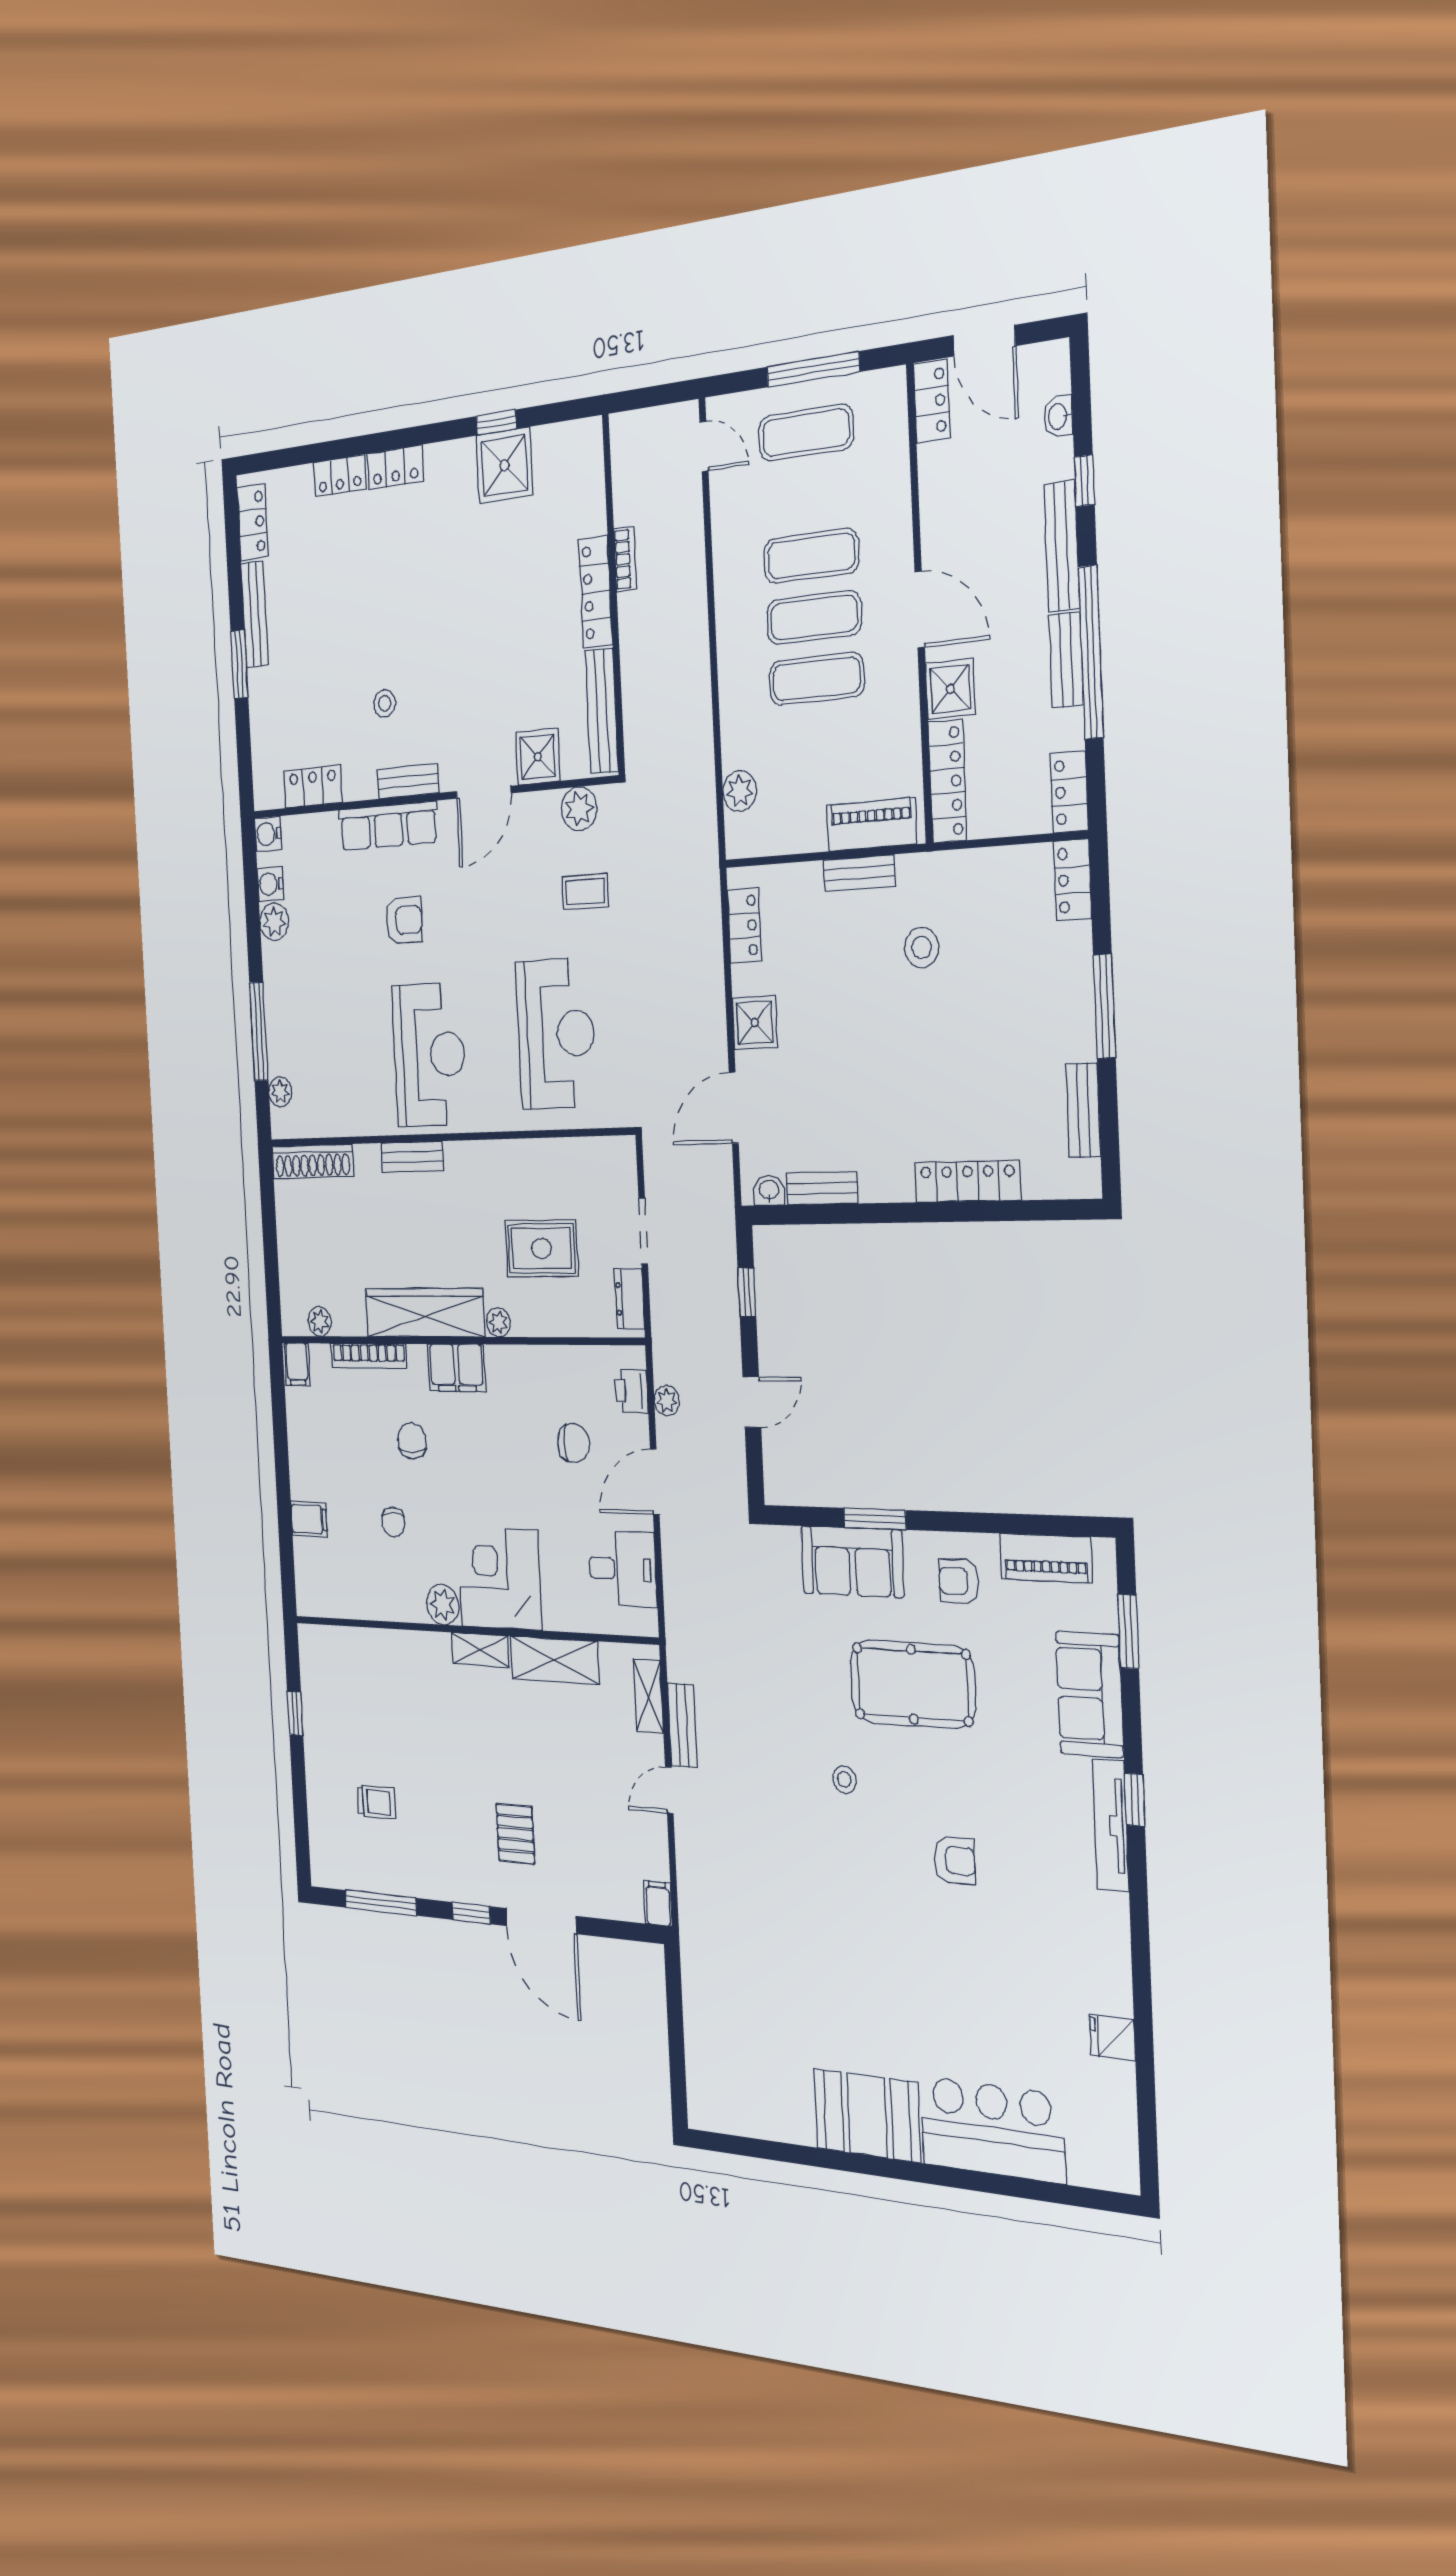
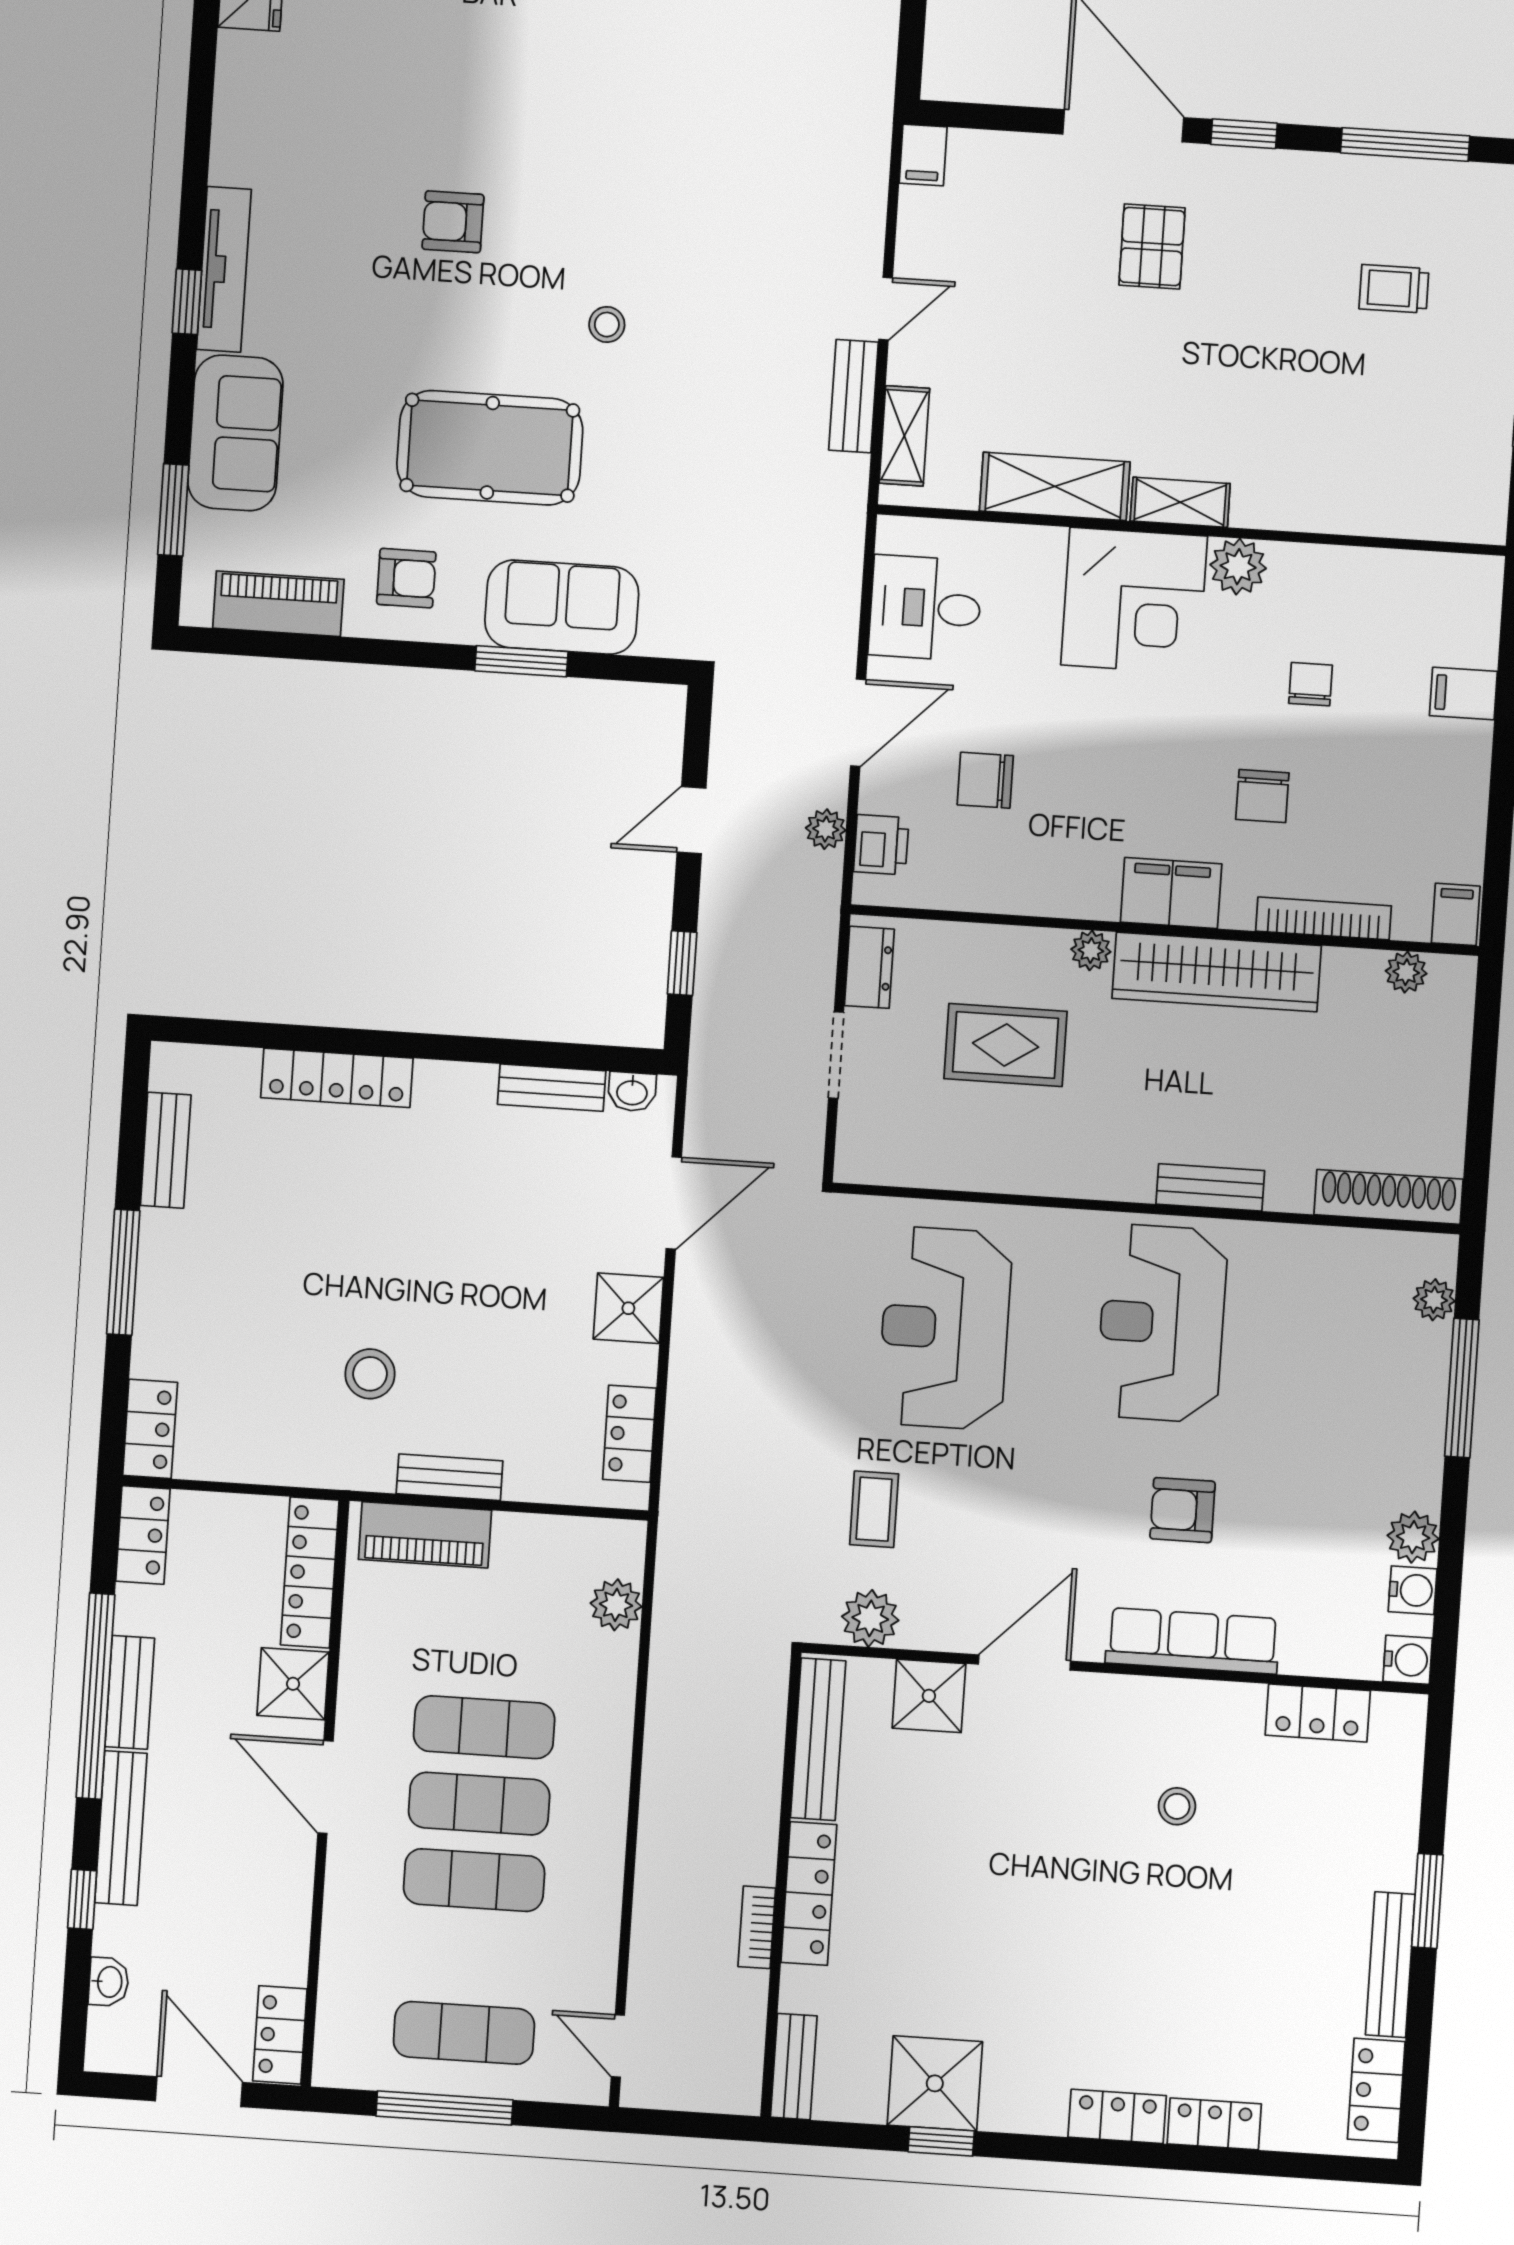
bench: (408, 781) -> (794, 2067), moved, turned 90
coffee table: (585, 892) -> (874, 1509), turned 90

